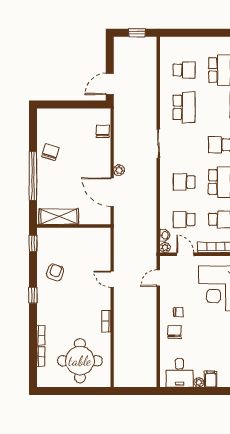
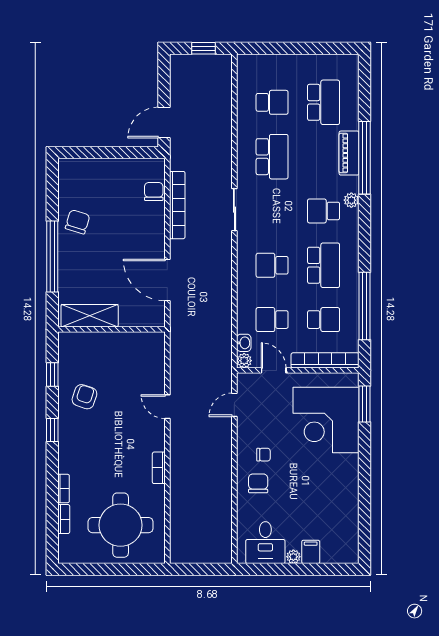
bookcase: (119, 141) -> (177, 205), added
plant: (119, 170) -> (177, 248), removed
window: (33, 243) -> (52, 374), moved

